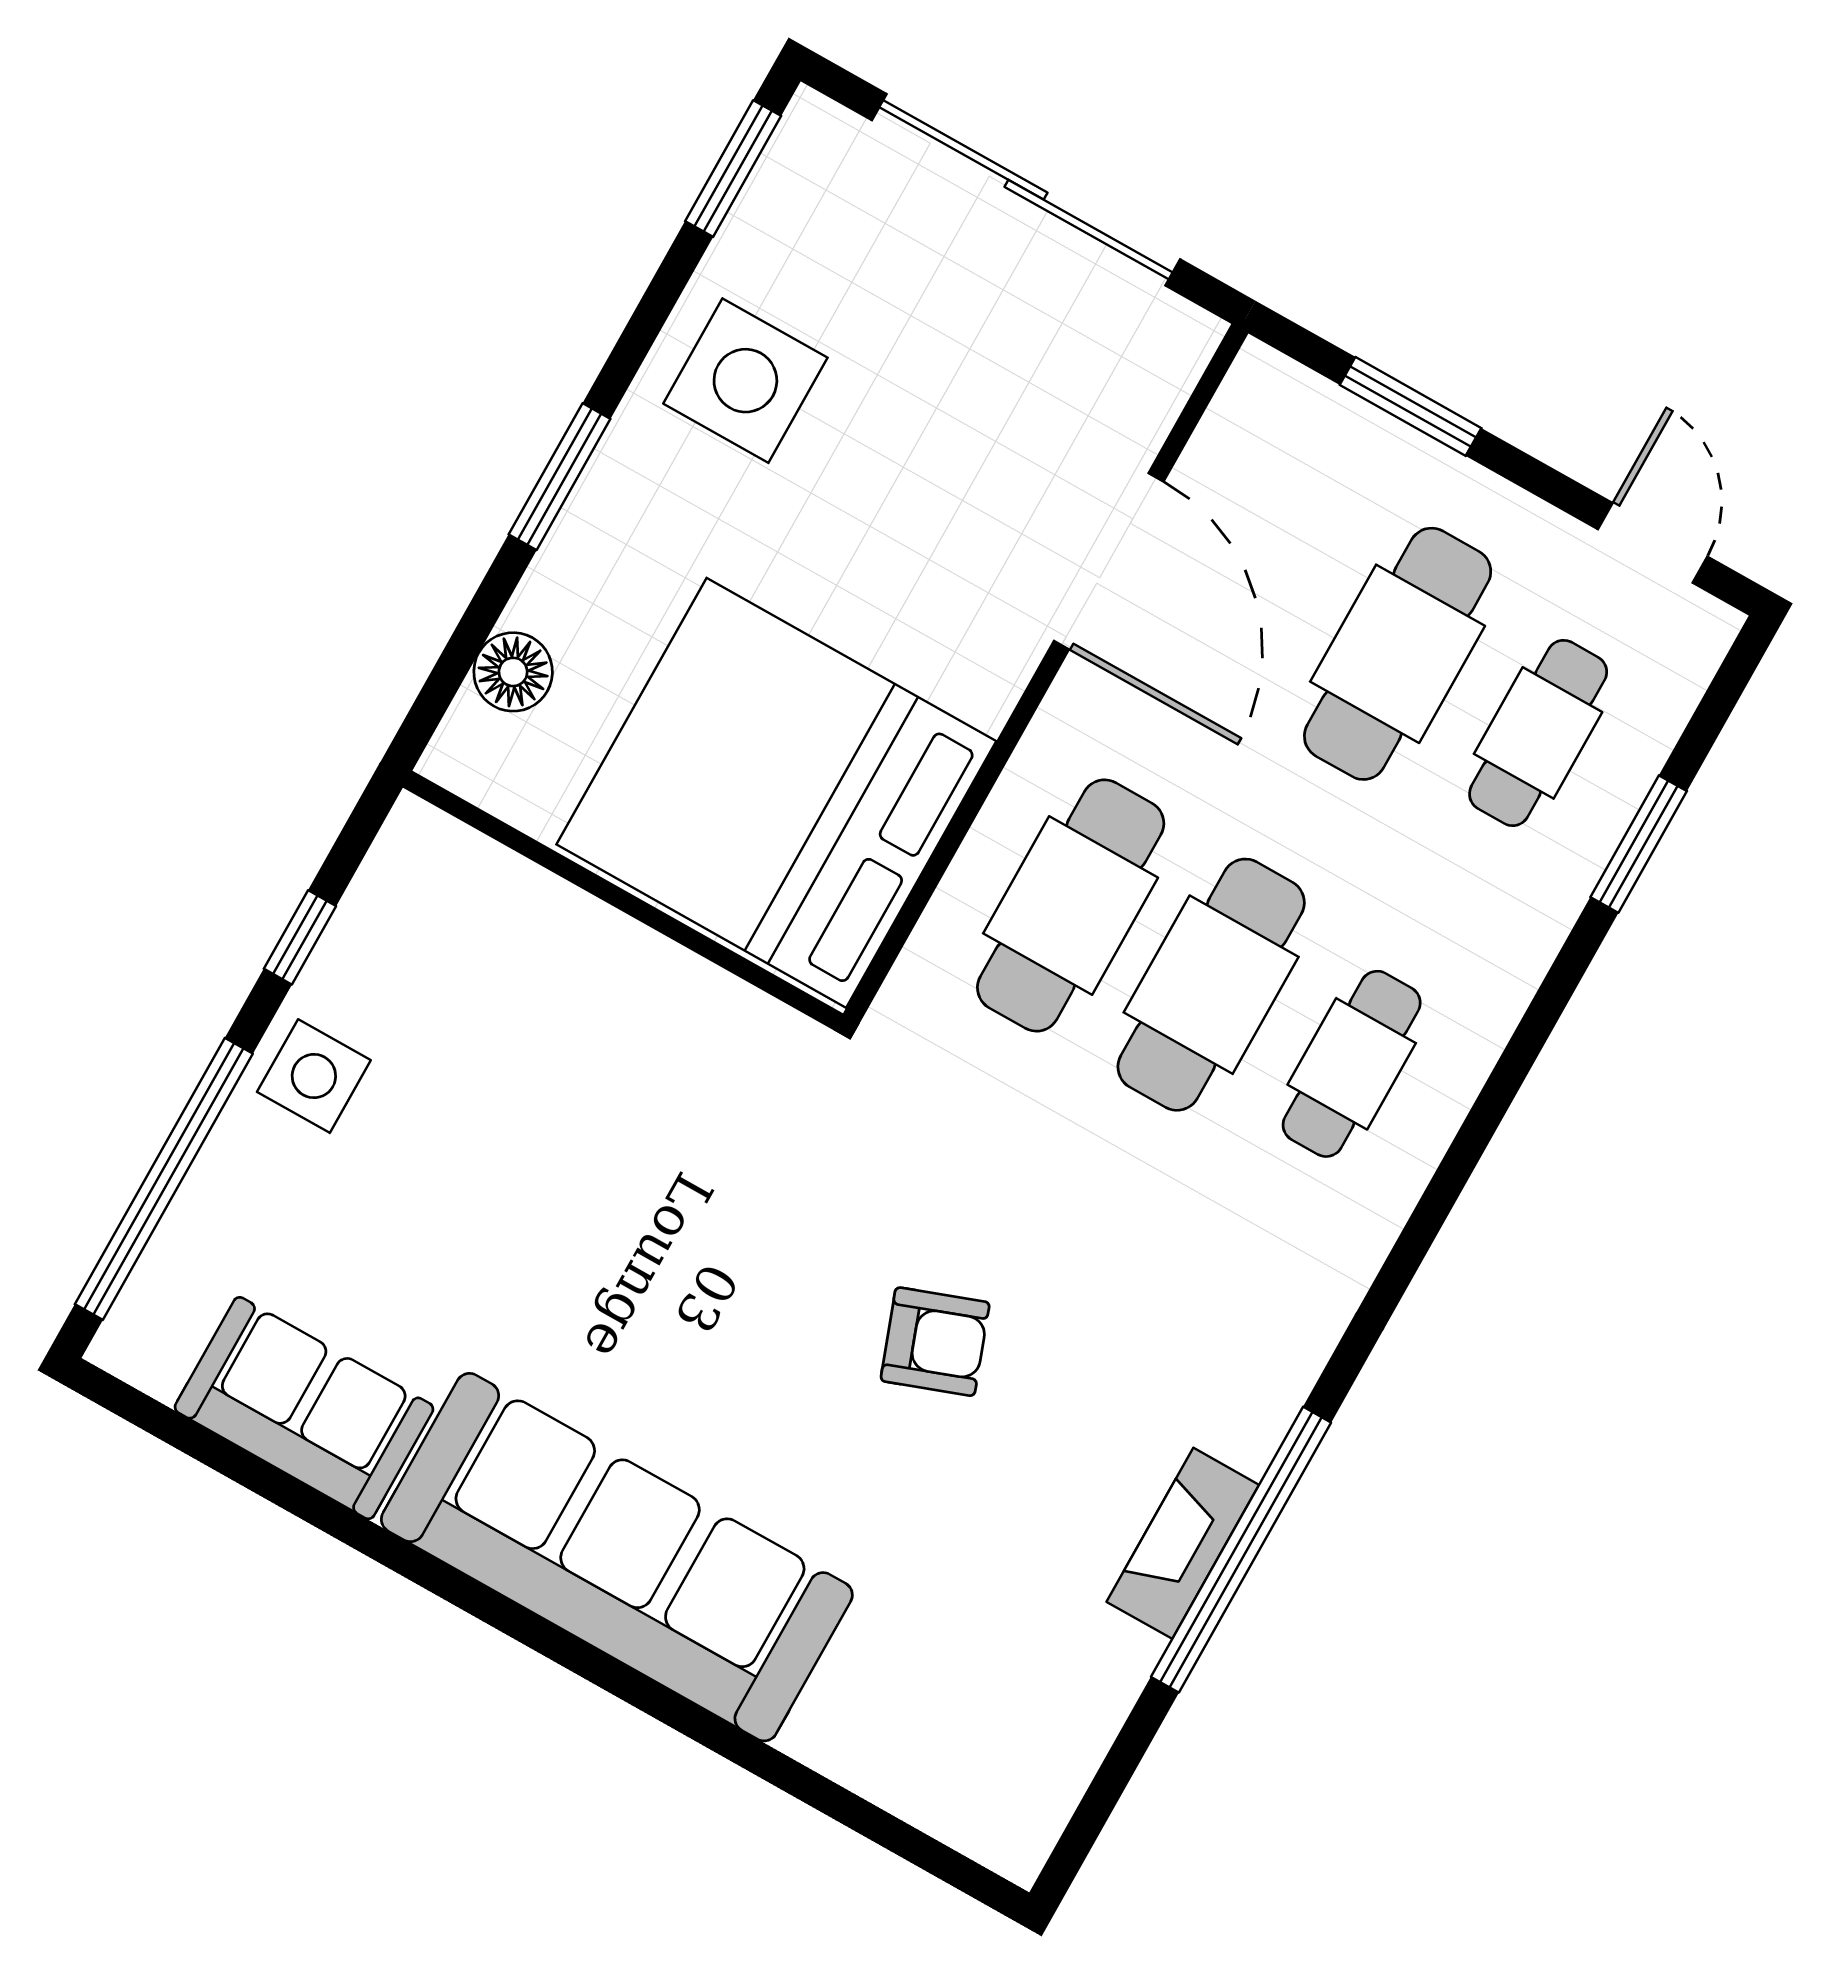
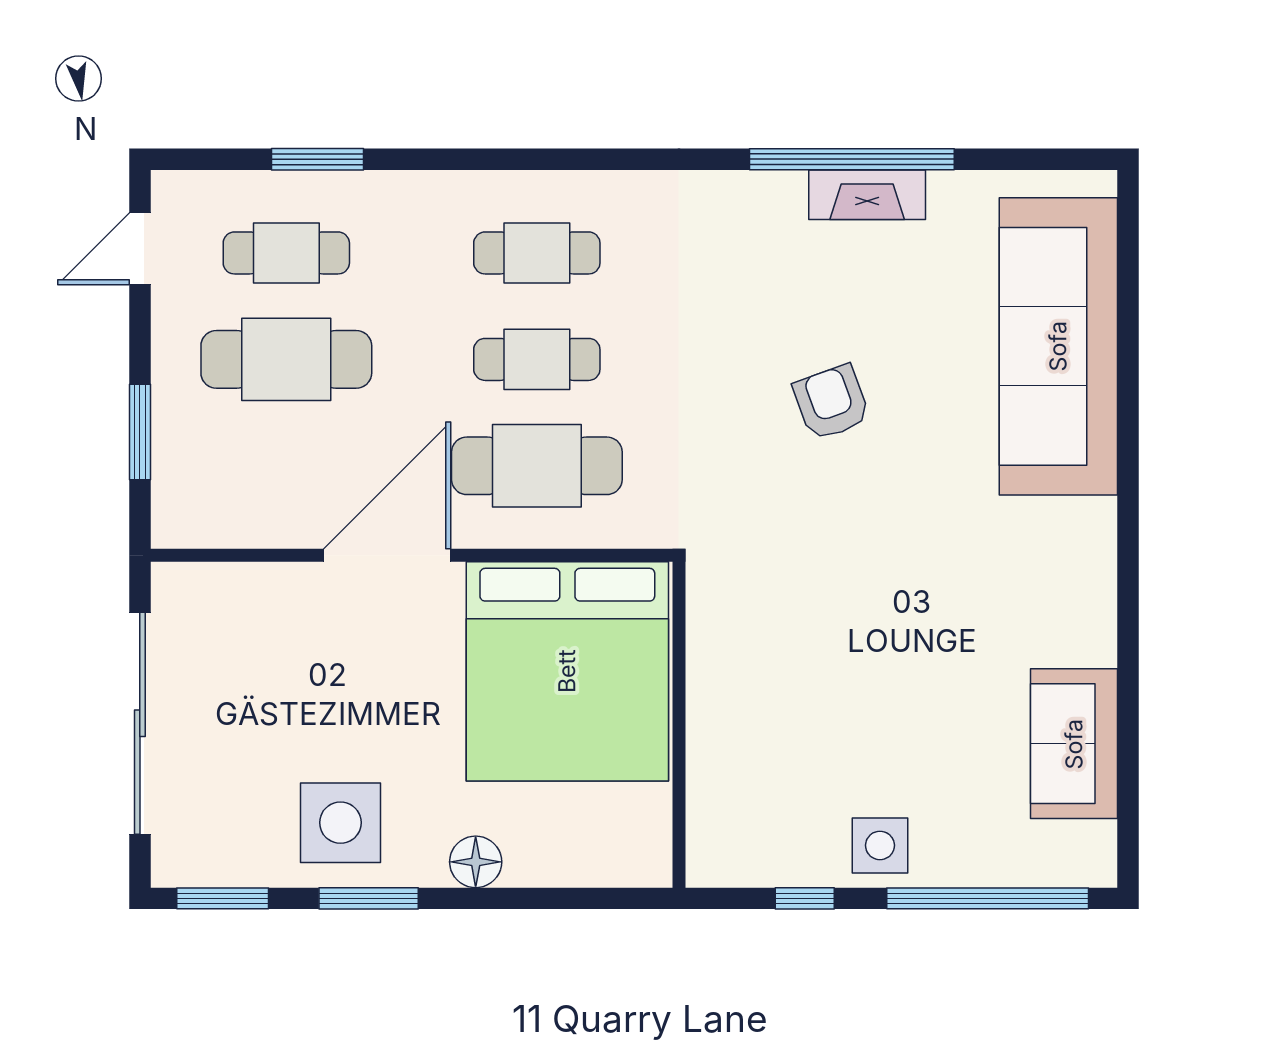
window: (560, 477) -> (369, 898), moved
door: (1109, 561) -> (387, 555), moved
floor lamp: (513, 672) -> (476, 862), moved
cafe table: (1211, 985) -> (537, 359), width x0.73, depth x0.74
sofa: (617, 1557) -> (1058, 346), moved

